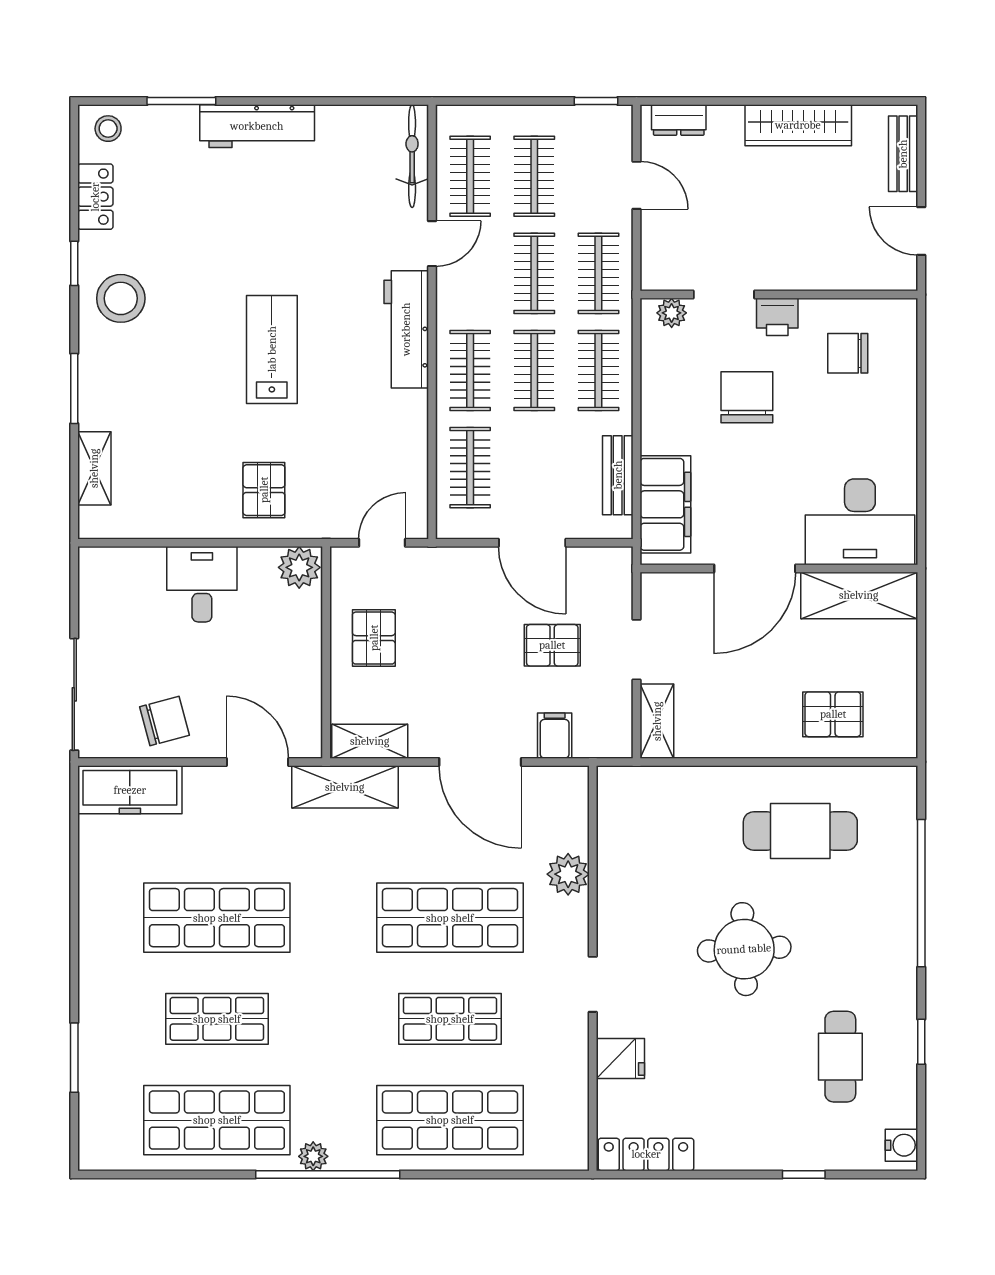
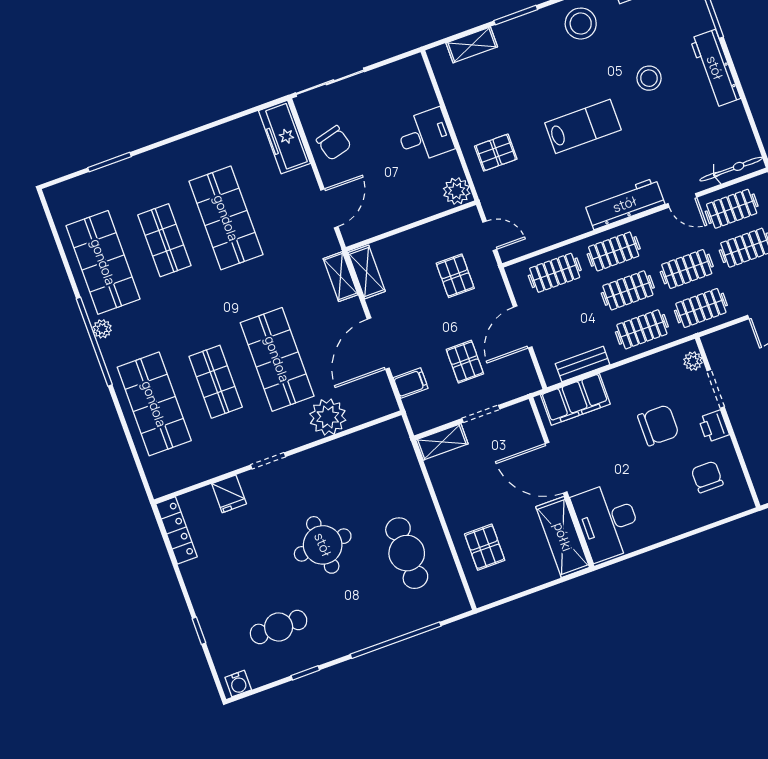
stool: (236, 228) -> (649, 78), added
pallet: (374, 638) -> (455, 276), moved, turned 90
shelving: (345, 787) -> (341, 277), width x0.67, depth x0.75
plant: (568, 874) -> (328, 417), width x1.36, depth x1.36

